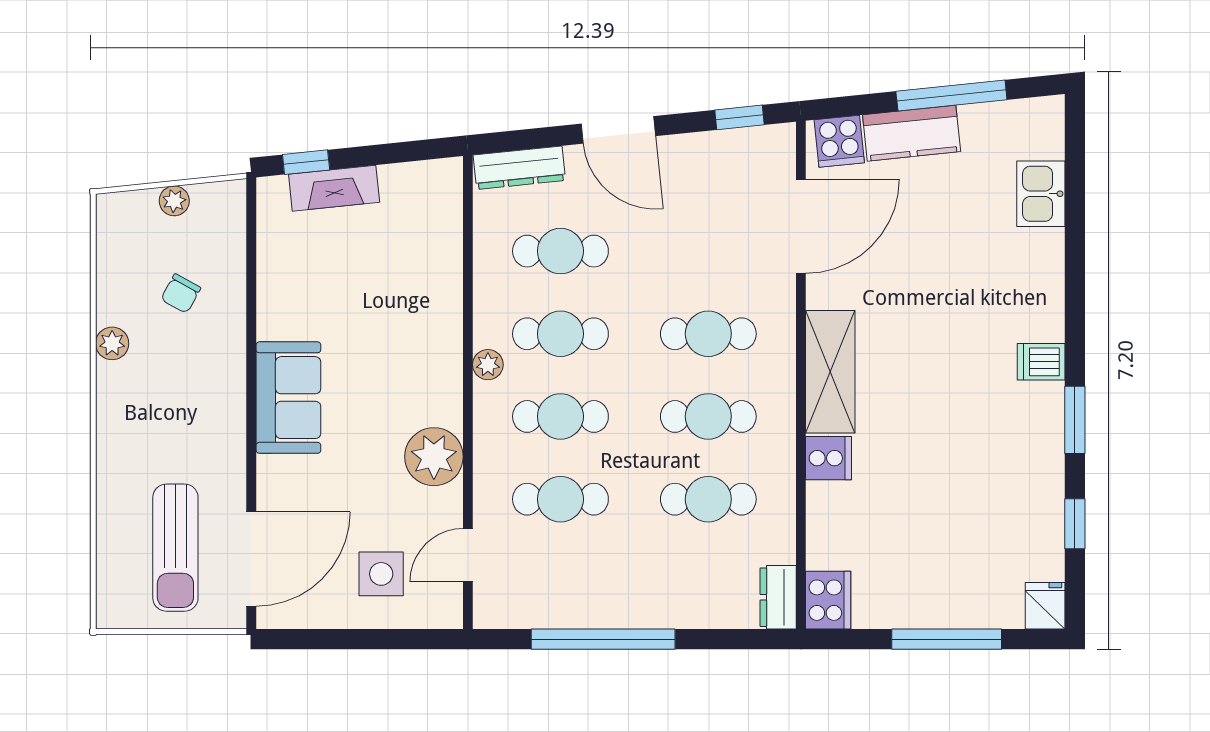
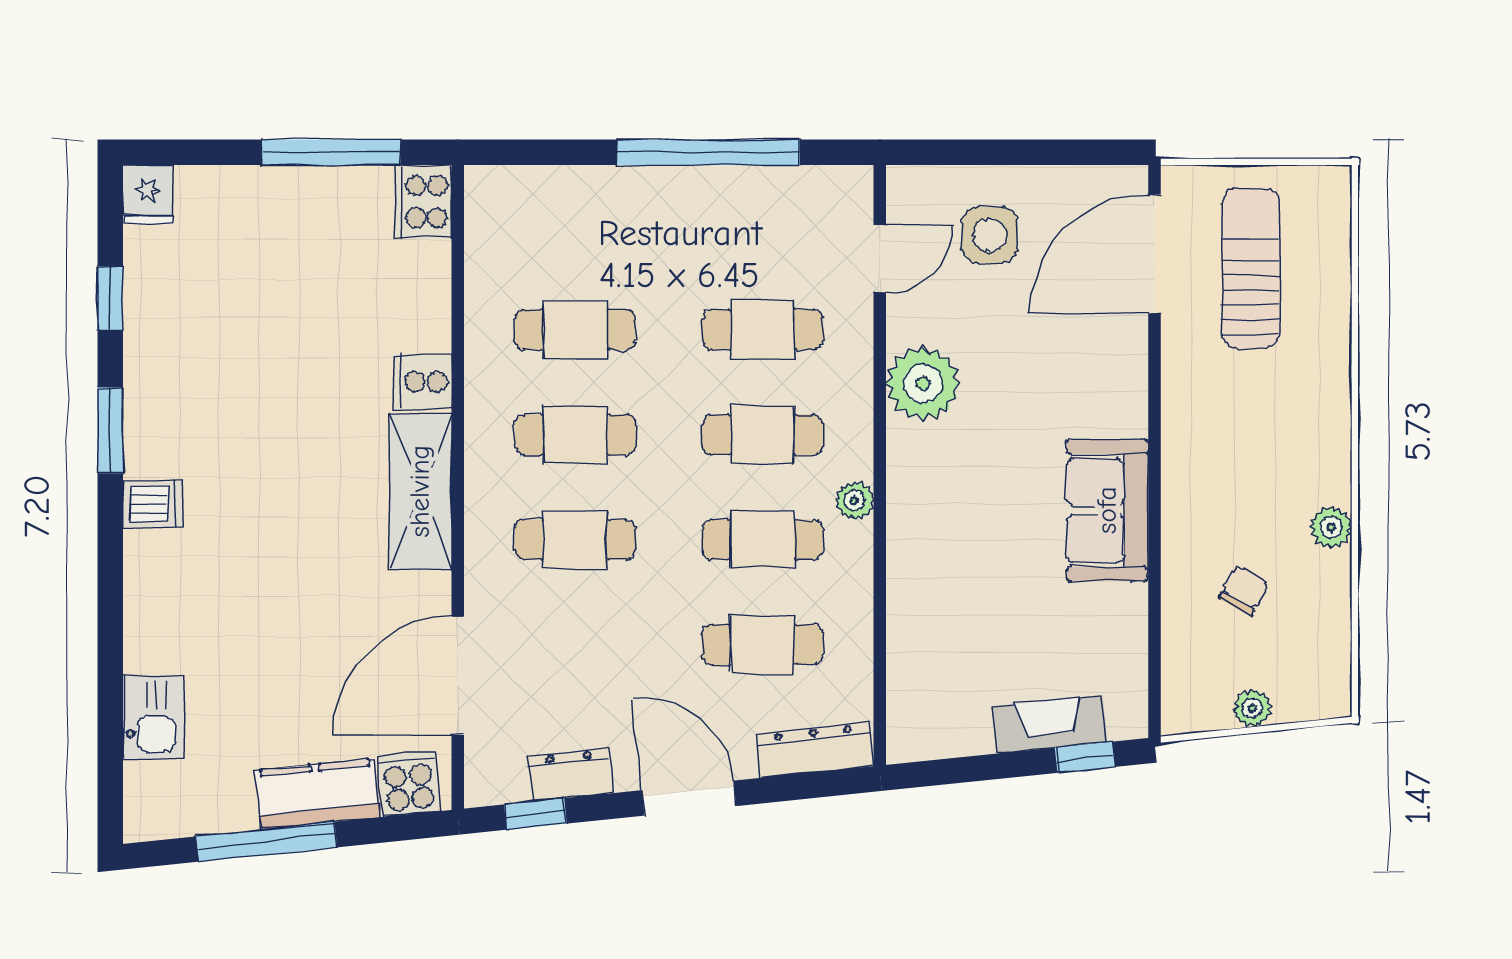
sofa: (288, 398) -> (1107, 510), moved
dresser: (778, 597) -> (570, 775), moved, turned -96
window: (947, 639) -> (331, 152), moved

